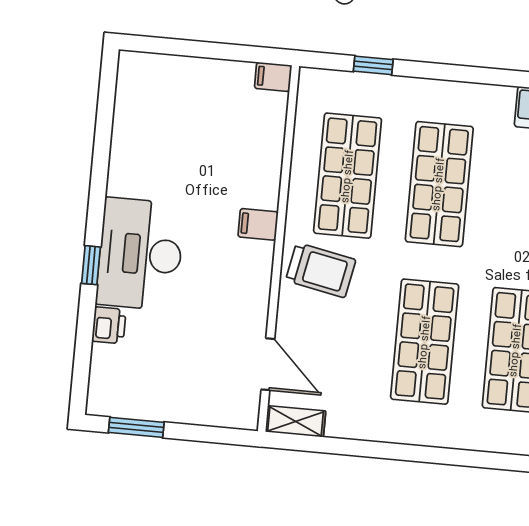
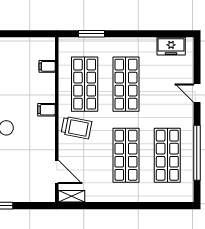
window: (373, 65) -> (92, 34), width x1.50
filing cabinet: (273, 77) -> (47, 66), moved

